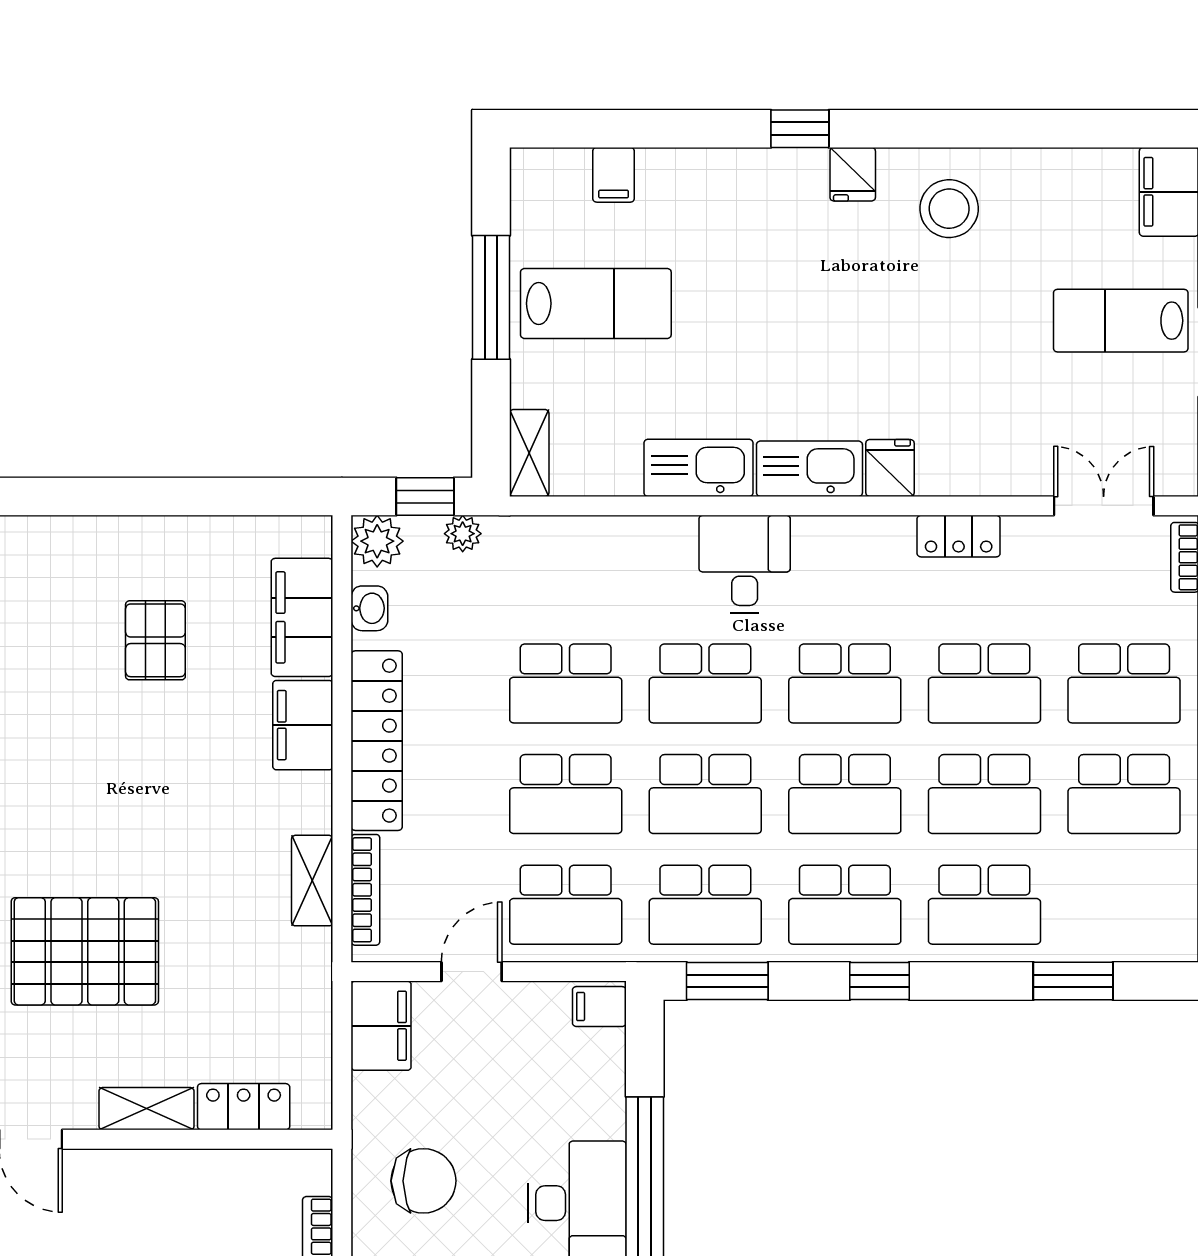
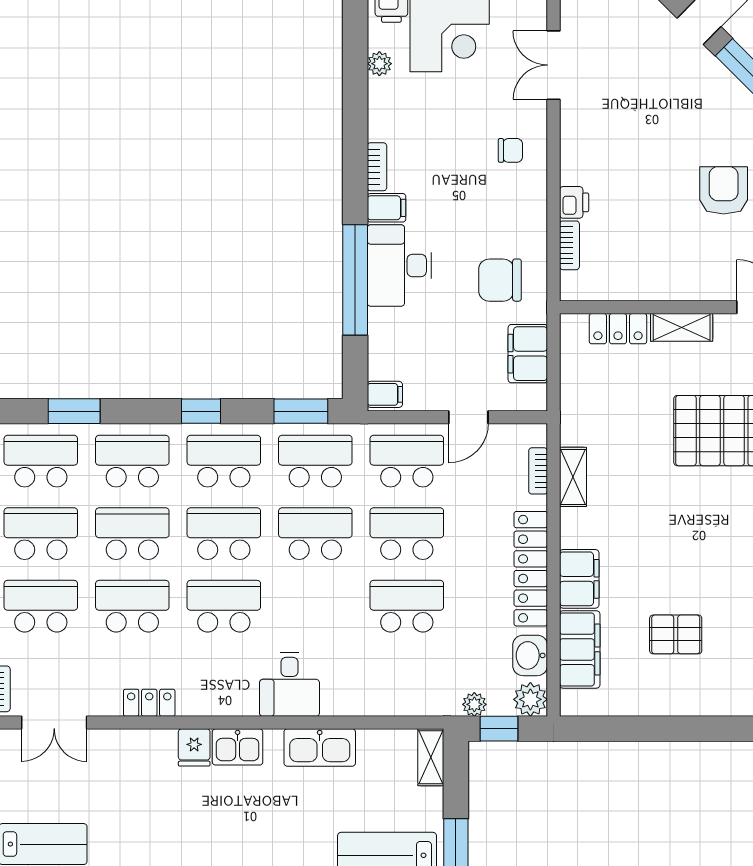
kitchen sink: (809, 469) -> (238, 747), width x0.73
washbasin: (369, 608) -> (530, 655), width x1.38, depth x1.45
pallet: (155, 640) -> (676, 634), turned 90
school desk: (705, 683) -> (41, 461), moved
bookcase: (365, 890) -> (538, 471), width x0.64
filing cabinet: (381, 1026) -> (528, 354), moved

